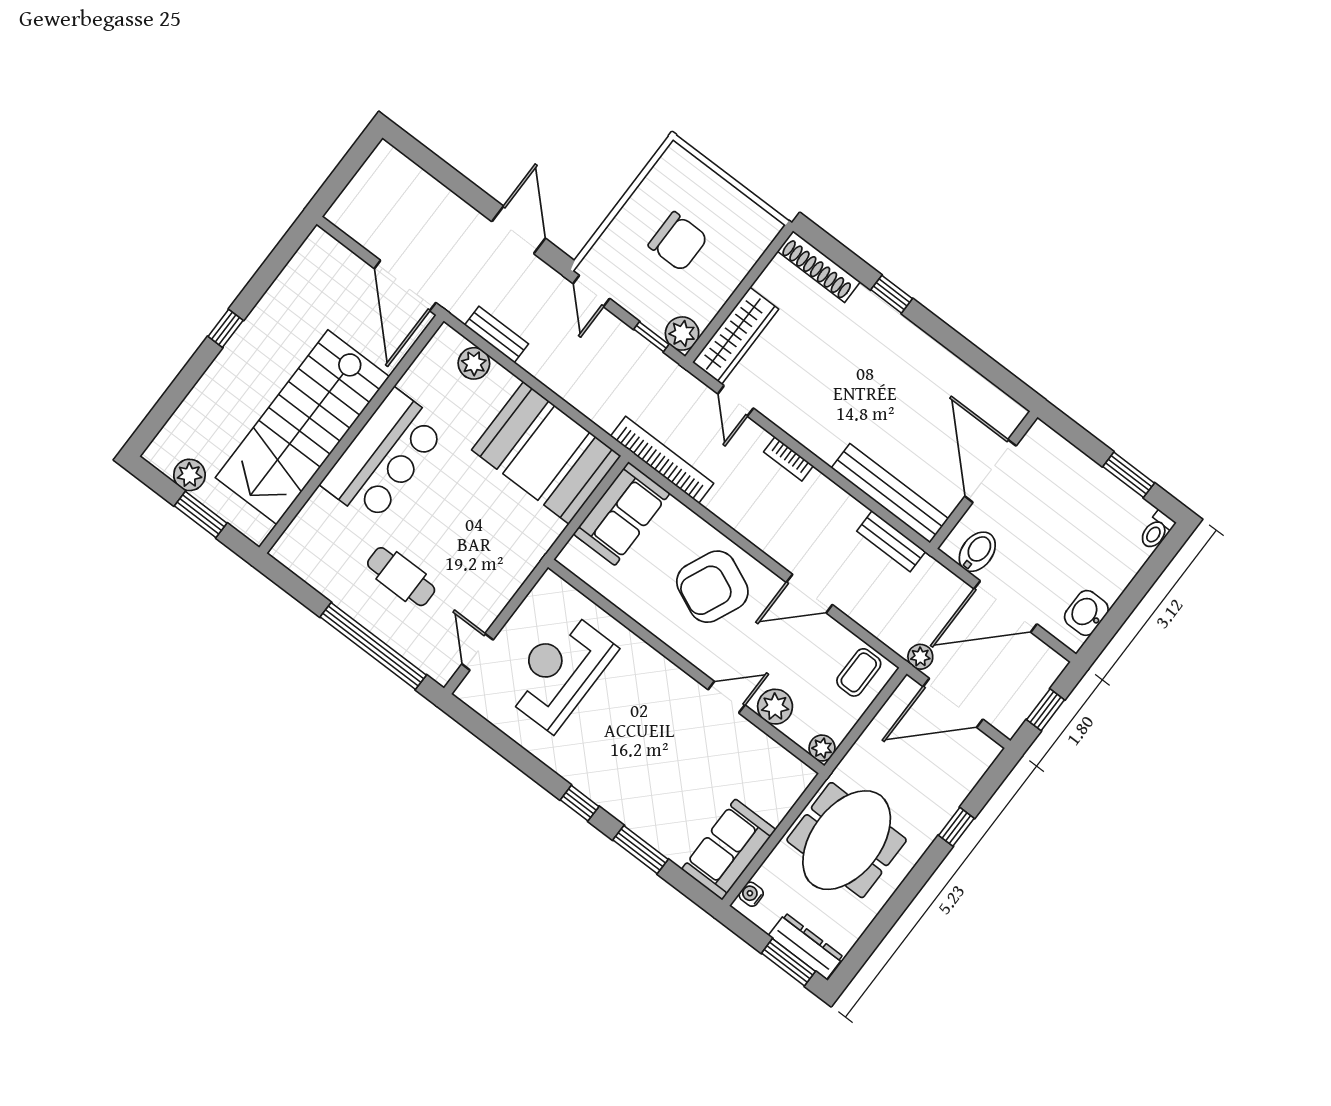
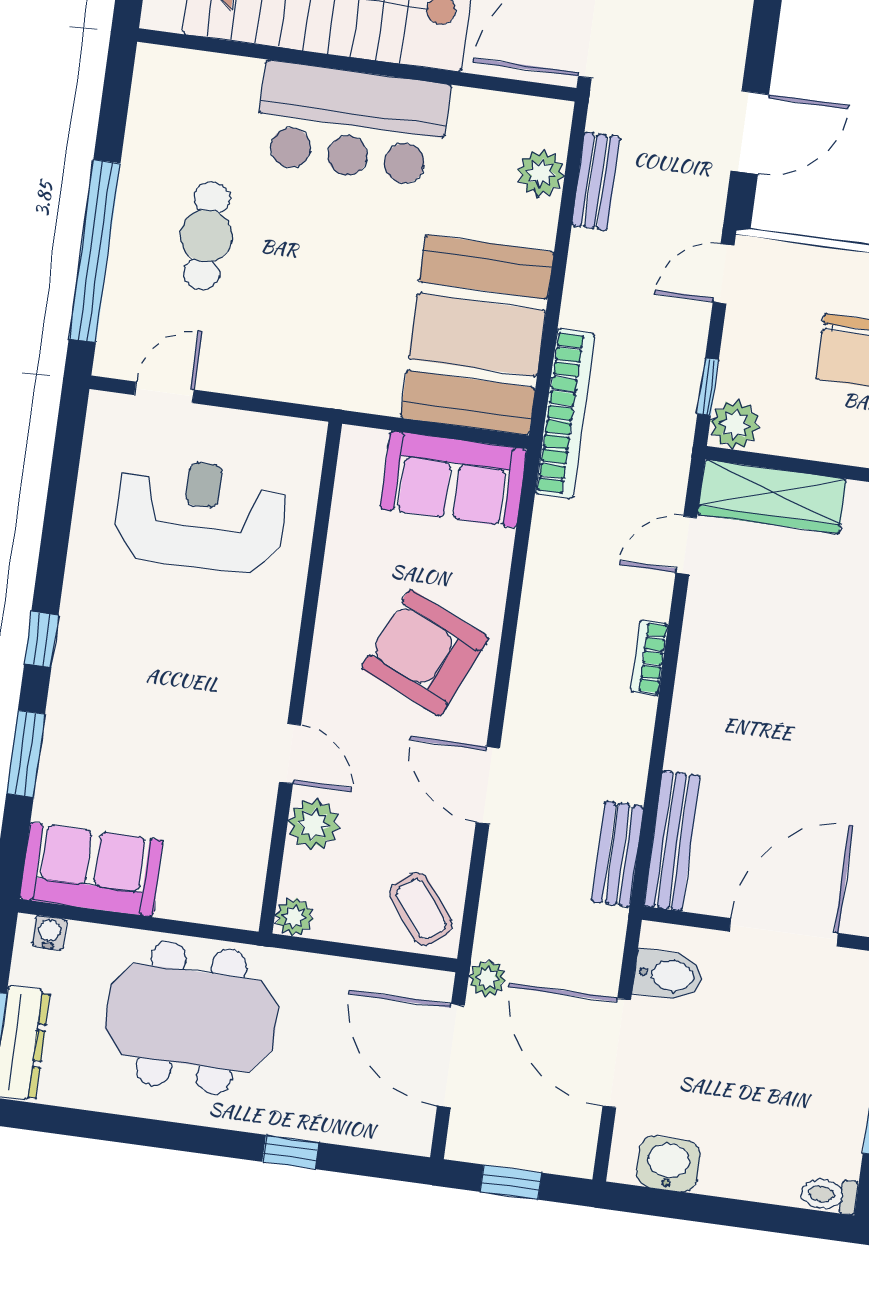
bookcase: (662, 460) -> (565, 414), moved
bench: (890, 493) -> (672, 841), width x0.73, depth x0.82
coffee table: (859, 672) -> (421, 909), turned 52

